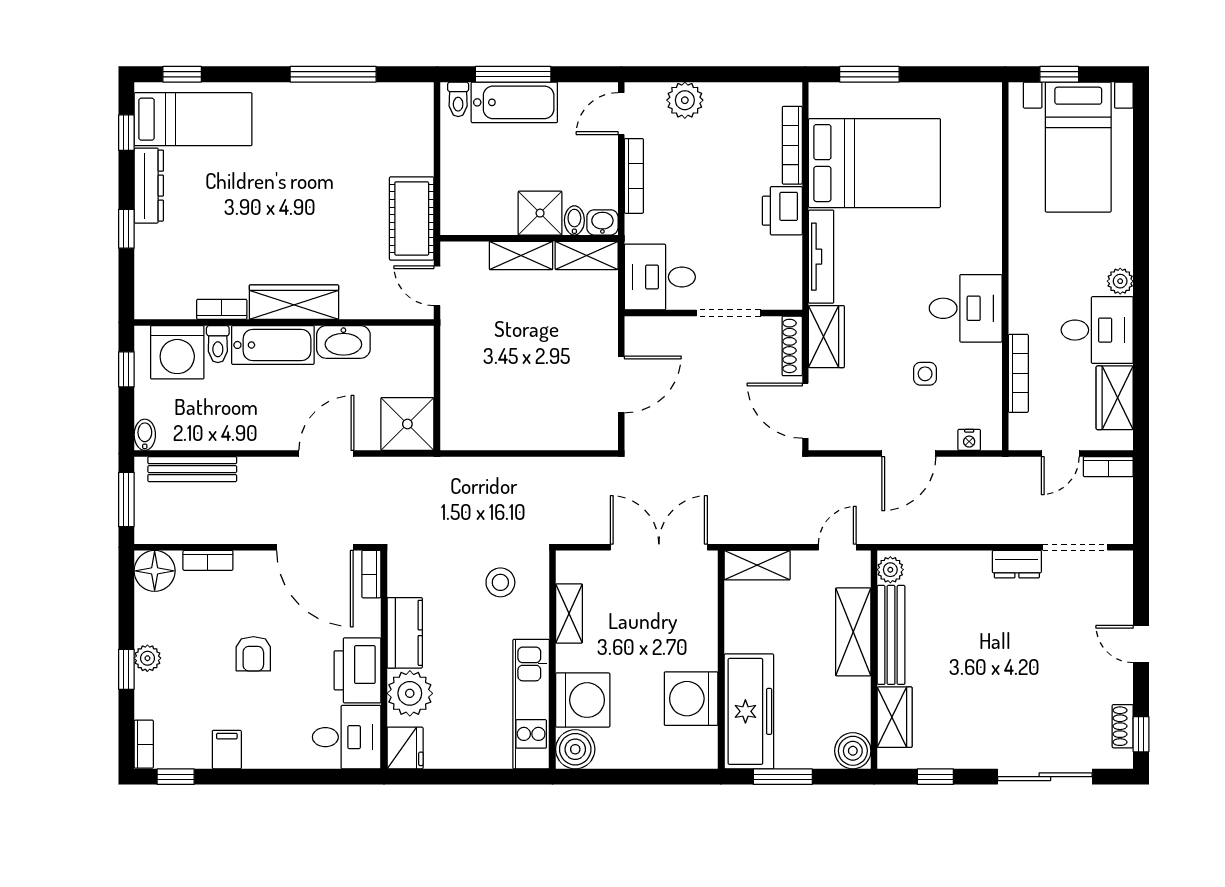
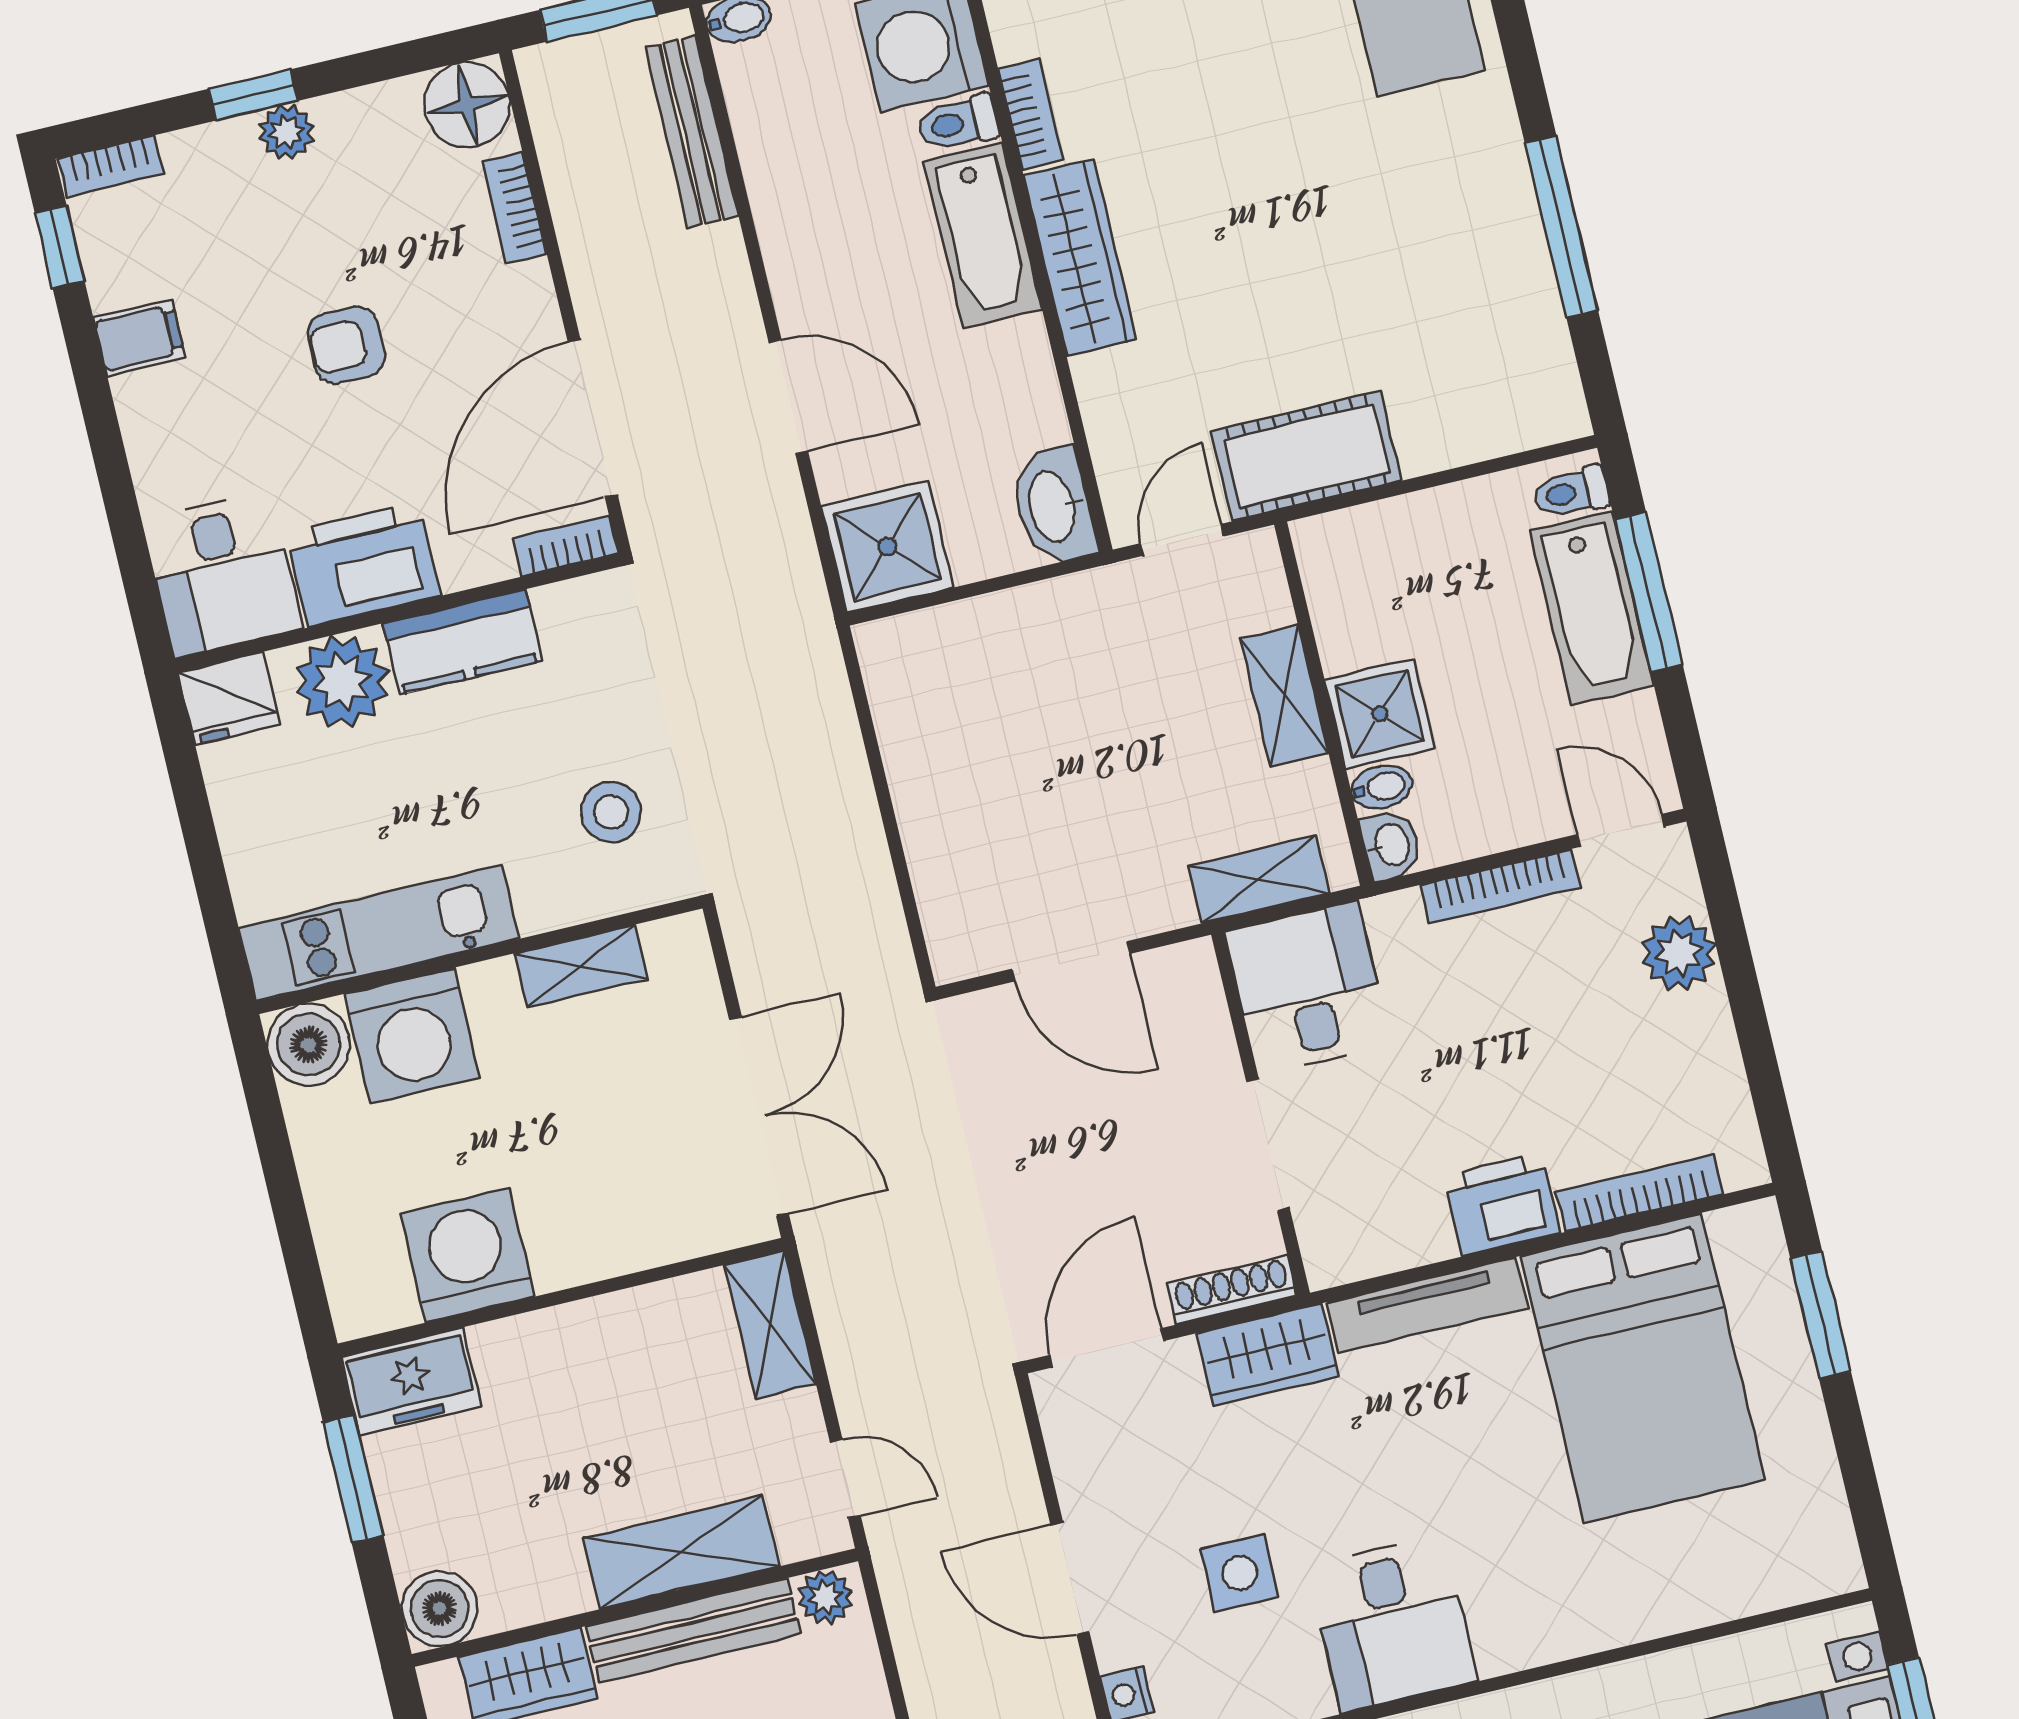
shelving: (587, 255) -> (1259, 880), moved, turned 90
washbasin: (343, 342) -> (1054, 506), moved
side table: (925, 374) -> (1240, 1573), width x1.37, depth x1.37
freezer: (749, 711) -> (411, 1381), width x0.52, depth x0.79

